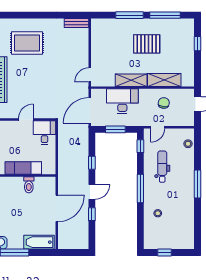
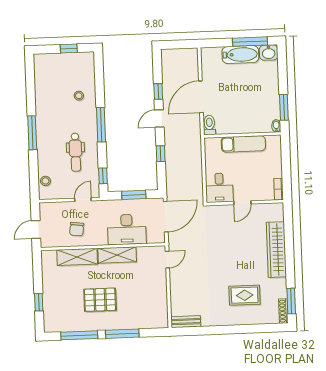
rug: (27, 43) -> (245, 295), width x0.73, depth x0.70
toilet: (29, 185) -> (209, 125), moved
bathtub: (39, 242) -> (240, 54), moved

